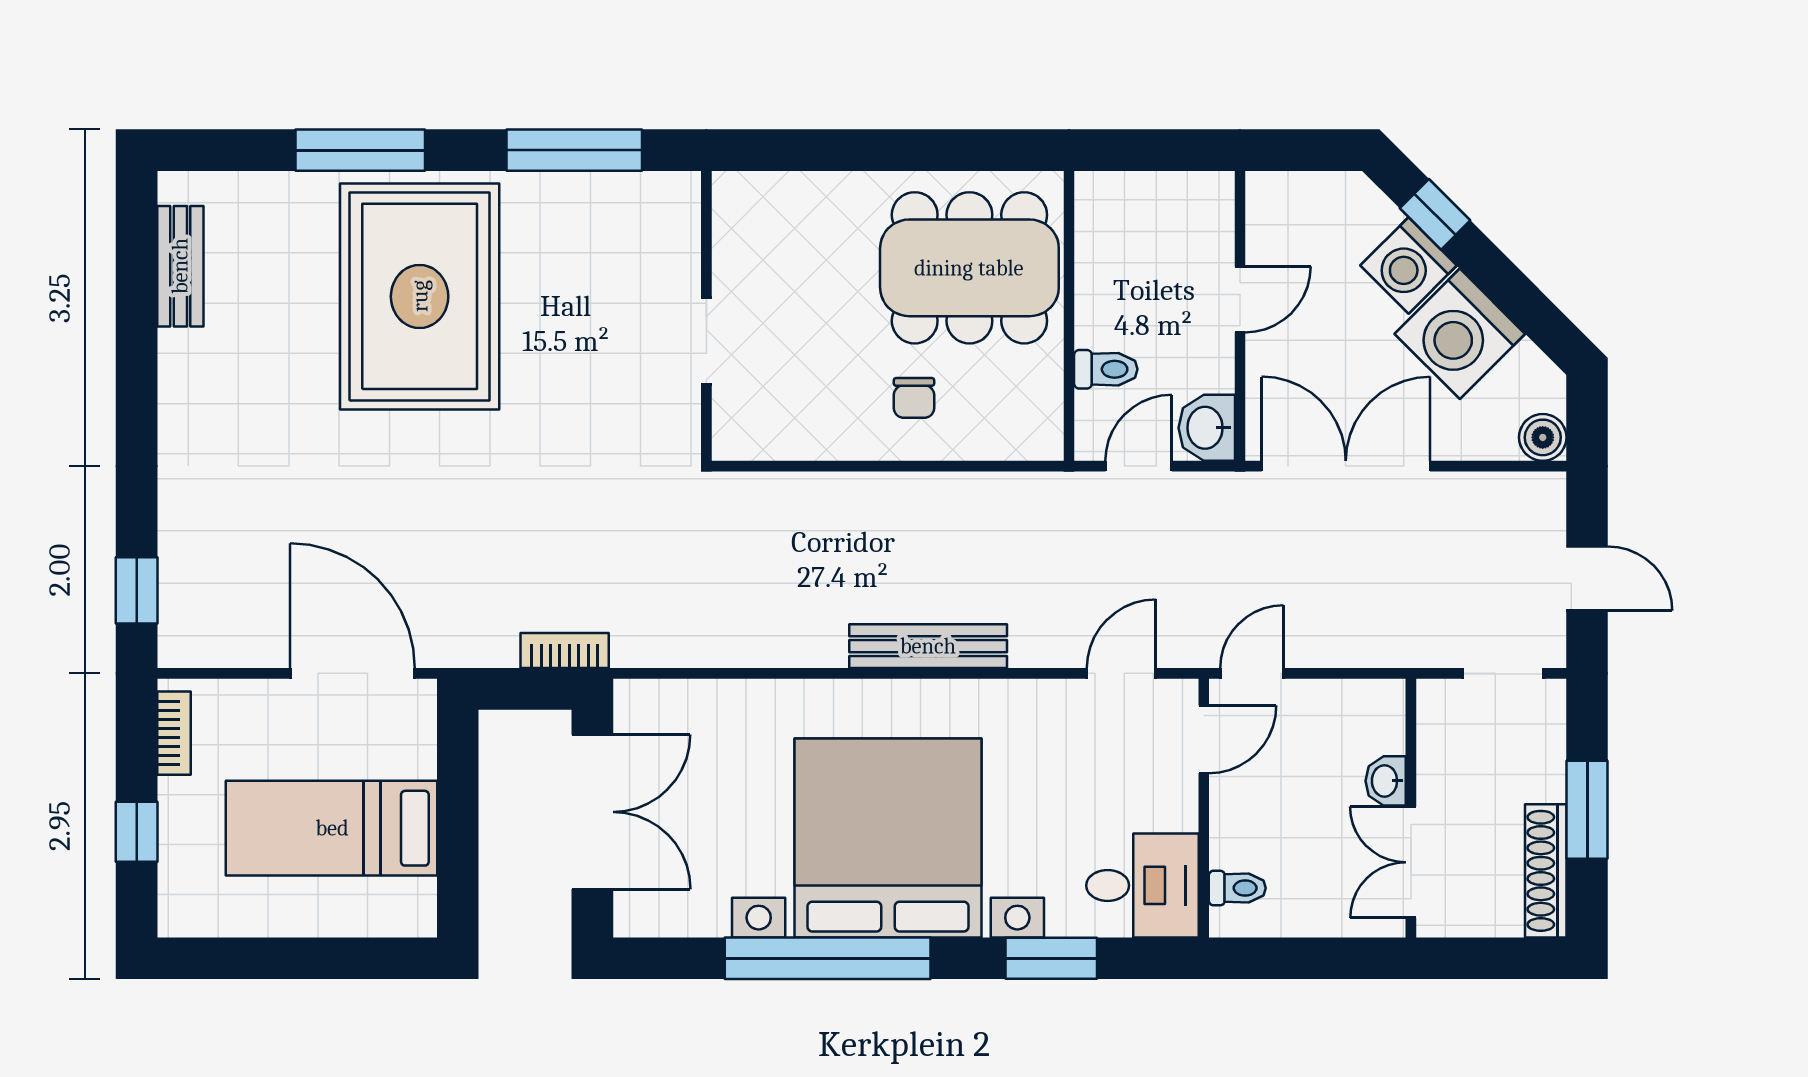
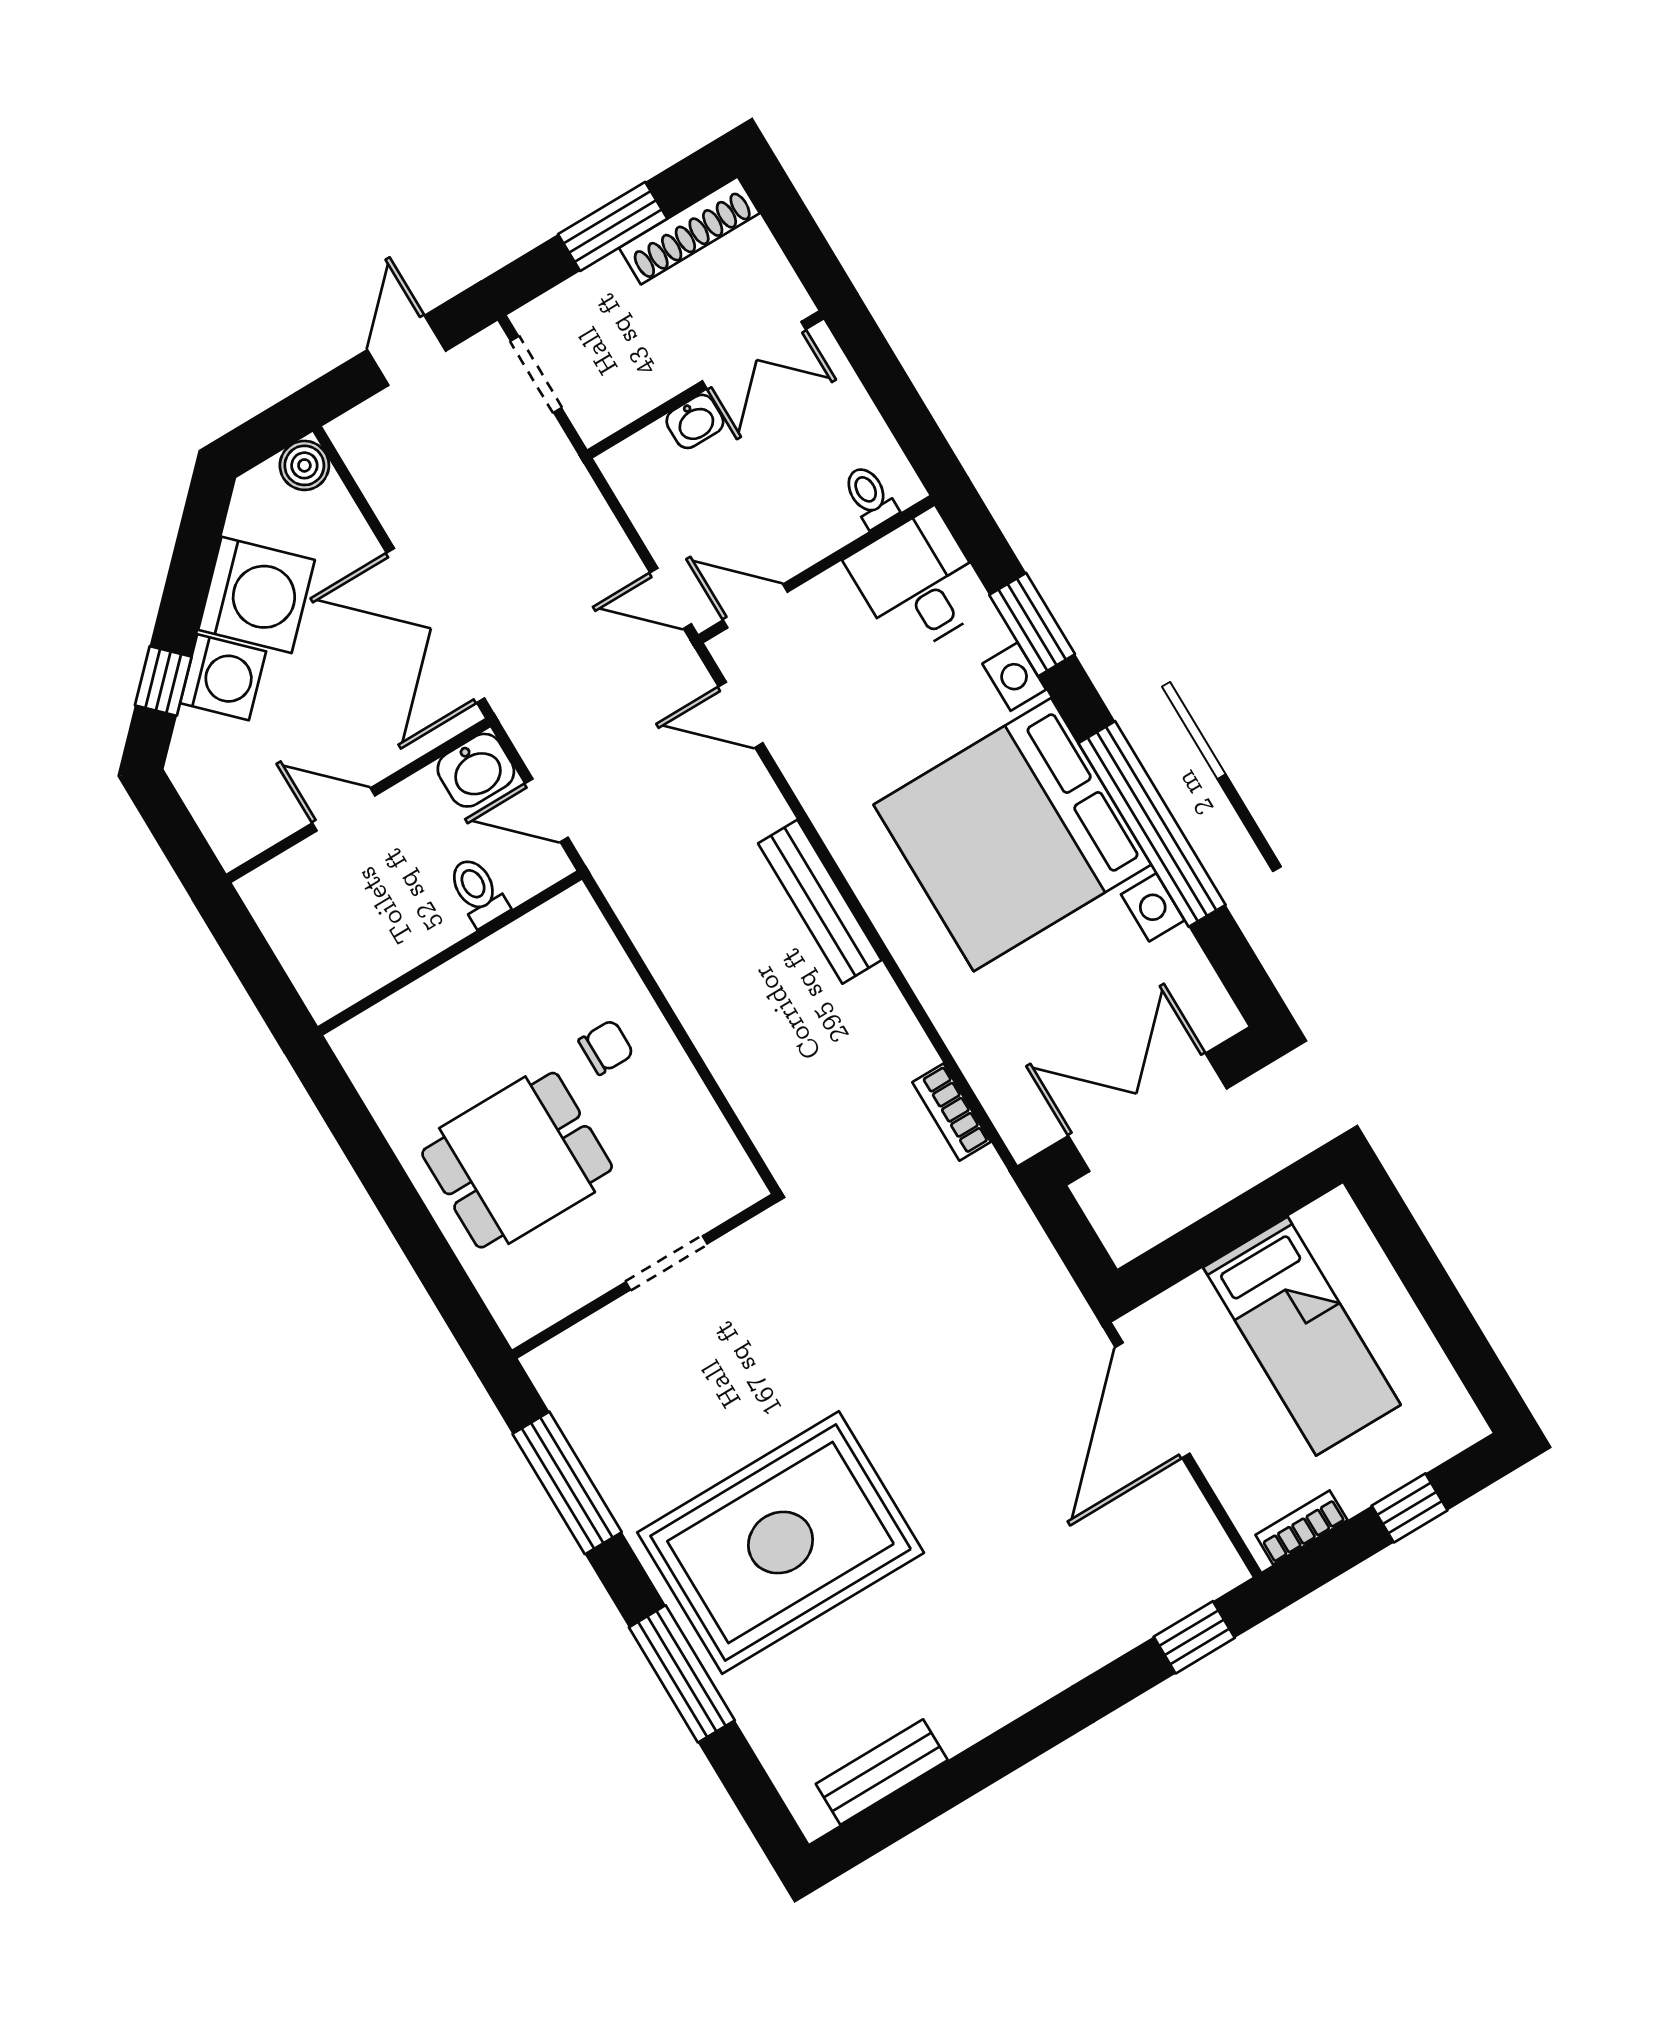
dining table: (969, 268) -> (517, 1160), moved, width x0.73
bookcase: (565, 651) -> (952, 1112), moved

